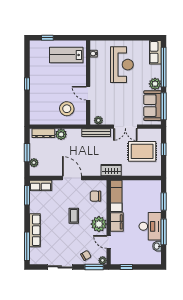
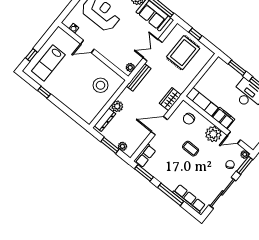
lab bench: (66, 55) -> (48, 63), moved
window: (27, 84) -> (44, 92), moved
door: (88, 93) -> (87, 47), moved
double door: (125, 127) -> (153, 50), swing flipped
wardrobe: (111, 170) -> (170, 99), moved
row of seats: (35, 230) -> (189, 199), moved
window: (27, 246) -> (171, 194), moved
sliding door: (60, 267) -> (222, 193), width x1.37

